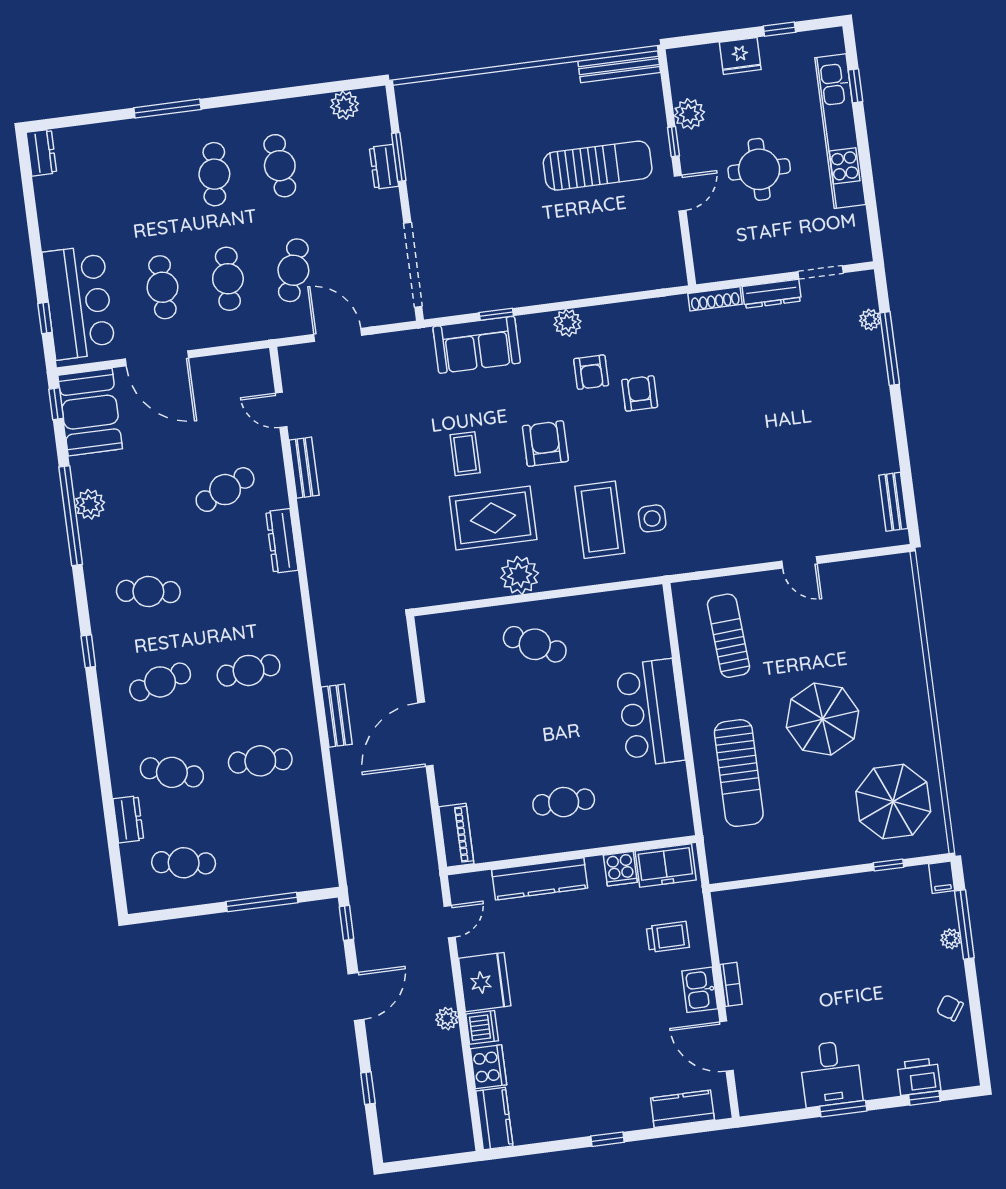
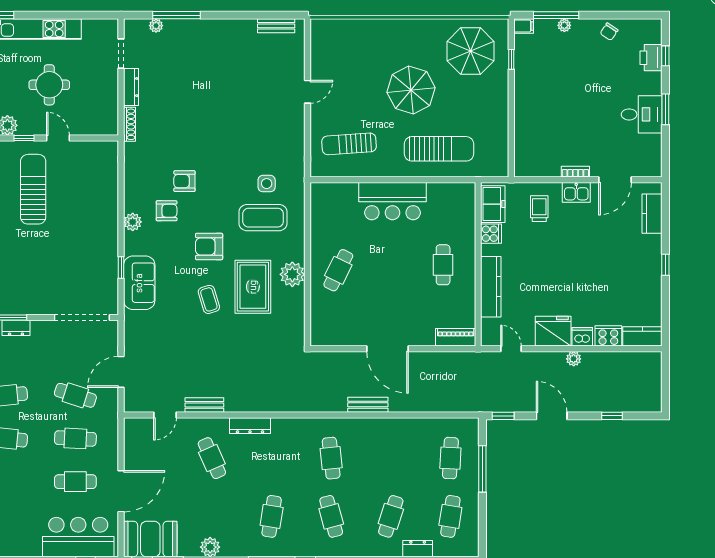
coffee table: (465, 454) -> (209, 299), turned 73
cafe table: (260, 761) -> (450, 458), moved

